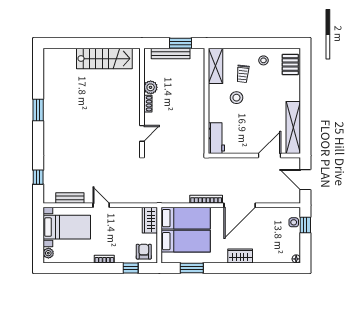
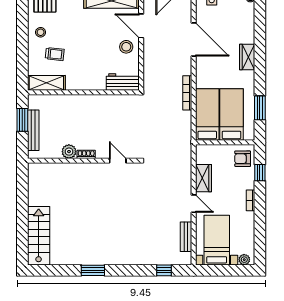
stairs: (104, 59) -> (39, 236), moved
stool: (236, 98) -> (126, 47), moved
door: (101, 205) -> (194, 204), swing flipped
door: (240, 205) -> (194, 39), moved
wardrobe: (150, 220) -> (204, 178), moved, turned -90

